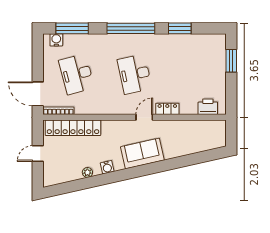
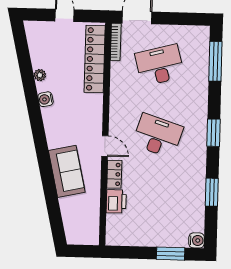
window: (131, 28) -> (213, 133), width x0.47
water cooler: (56, 40) -> (197, 240), moved
desk: (135, 74) -> (158, 136), turned 30
printer: (208, 107) -> (116, 201), moved
sofa: (142, 153) -> (67, 171), moved

